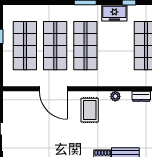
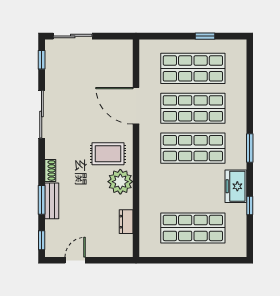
door: (53, 89) -> (136, 106), hinge flipped
plant: (115, 96) -> (120, 182), width x1.87, depth x1.87

